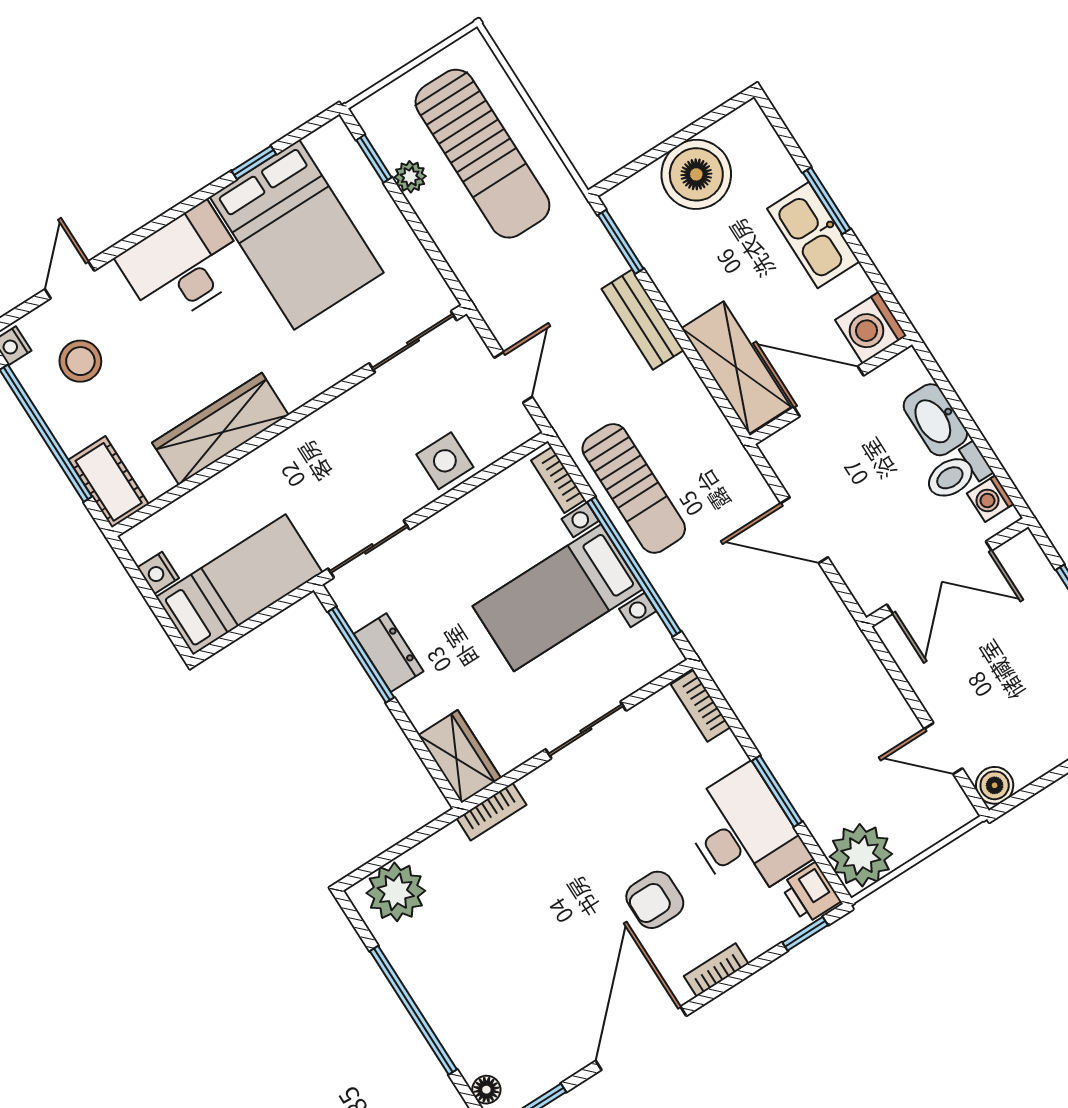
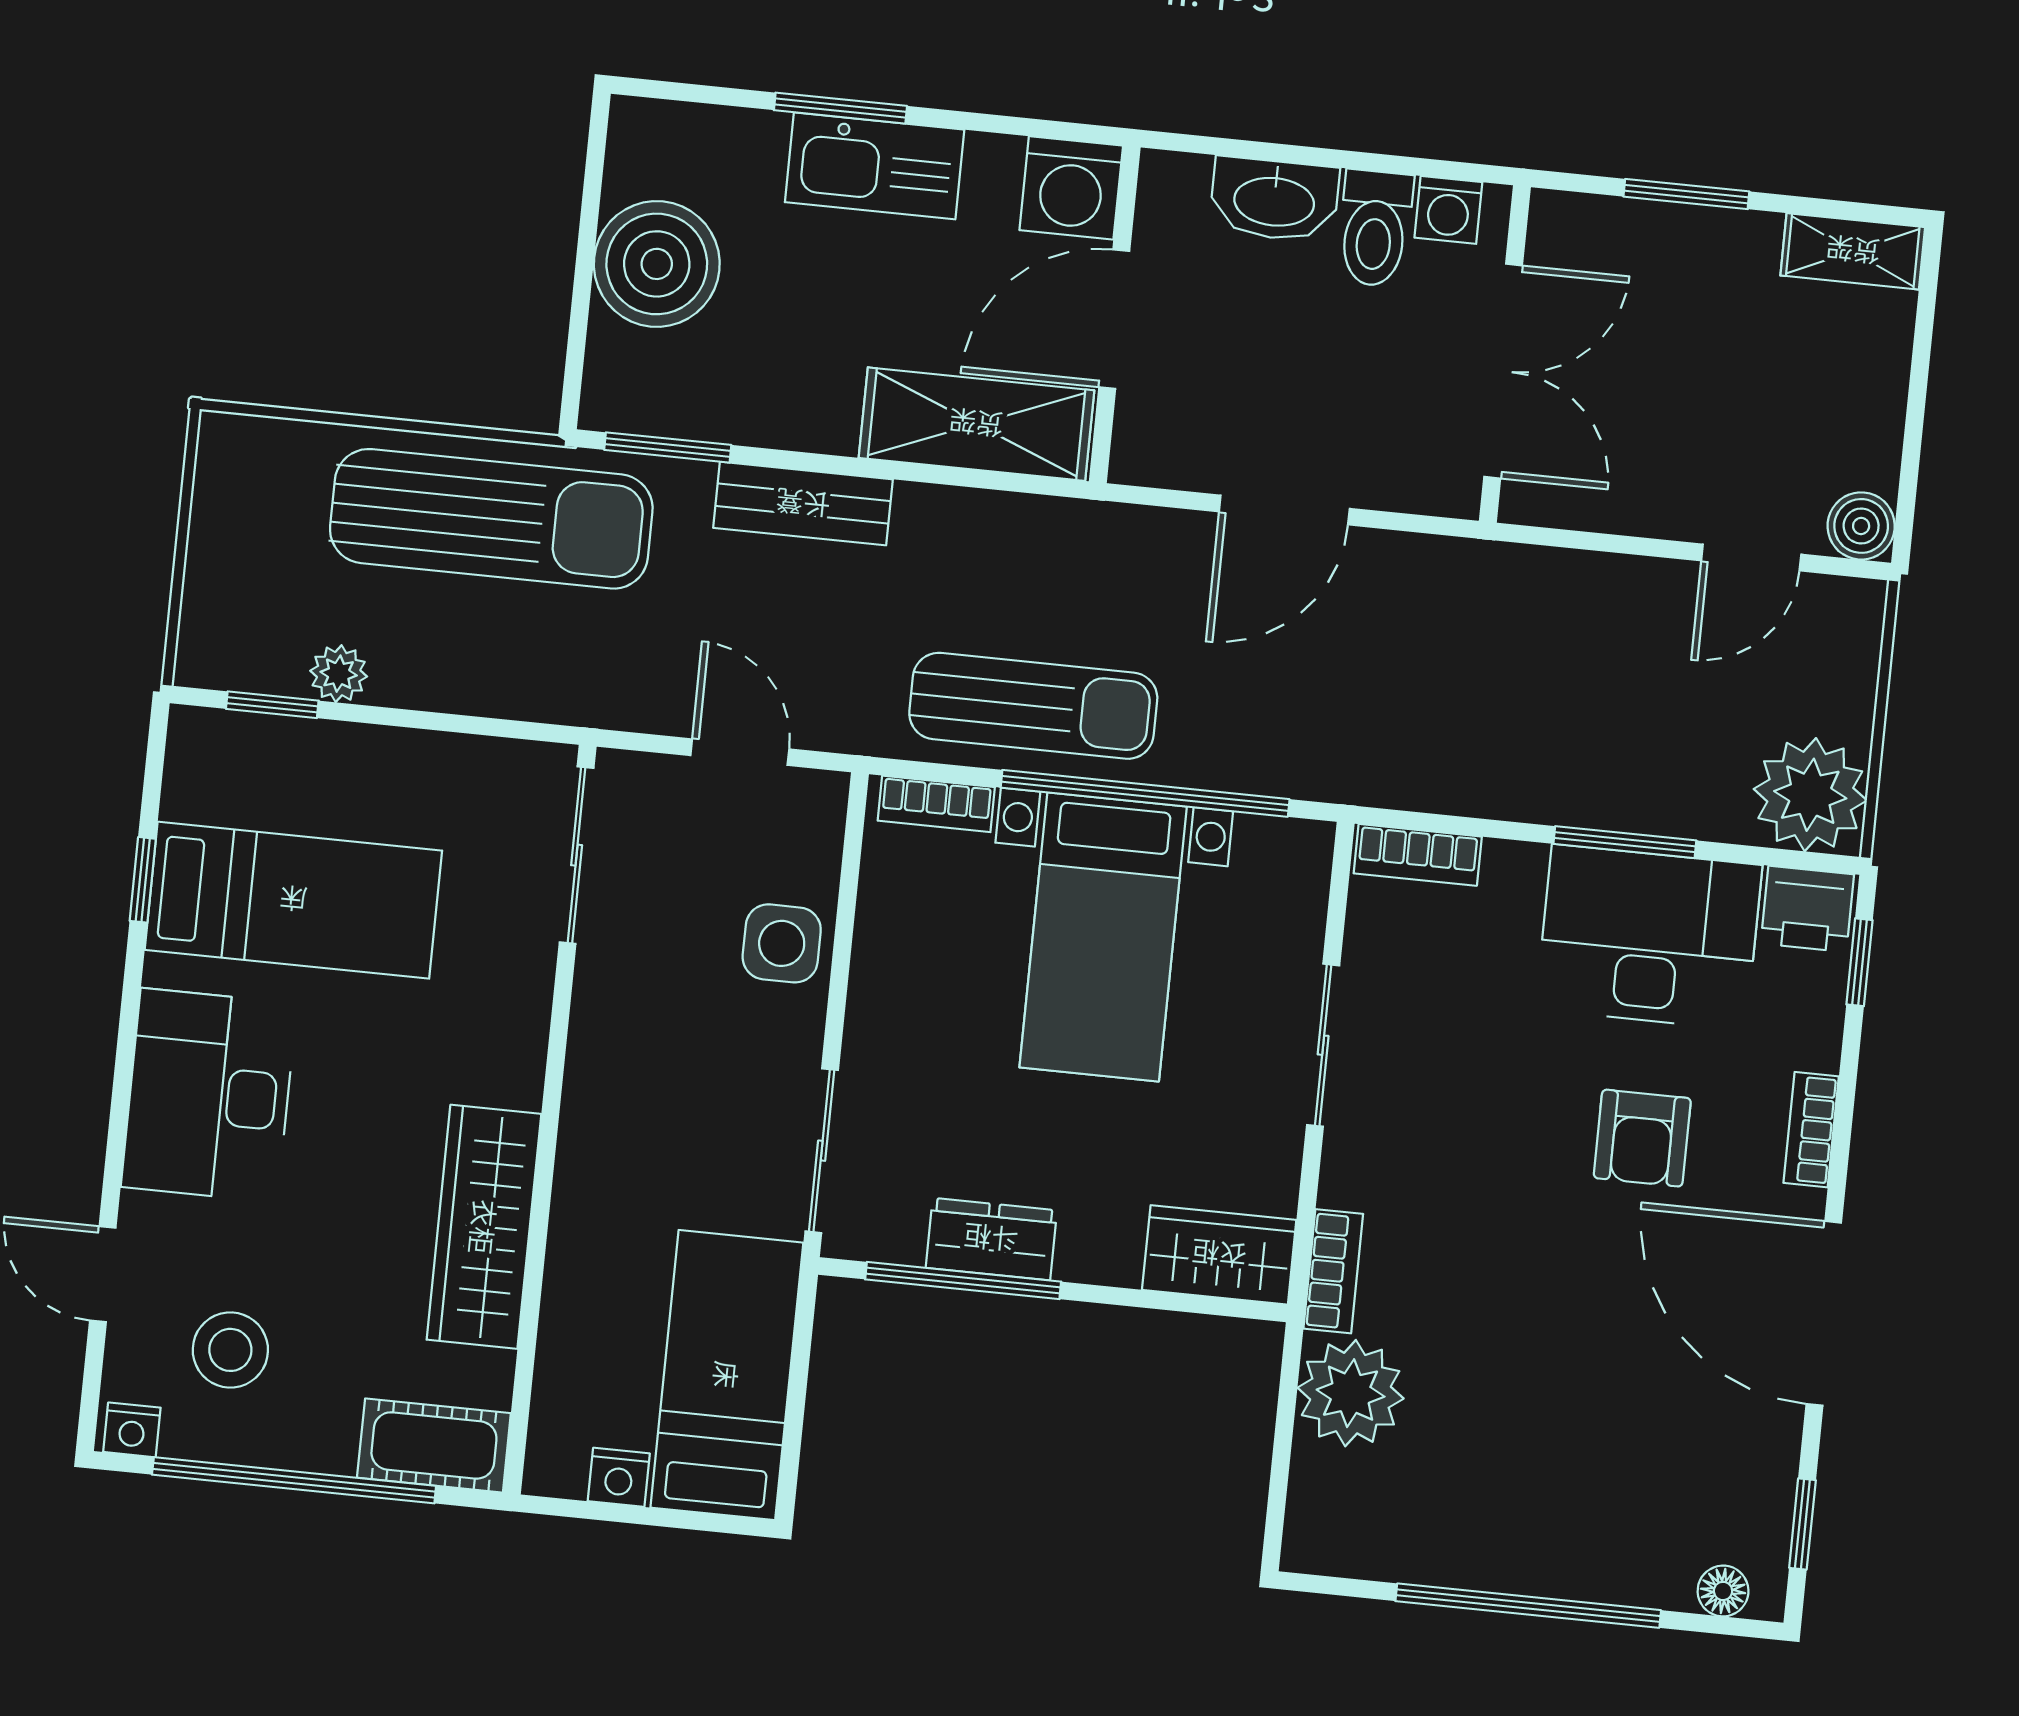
sun lounger: (482, 154) -> (491, 519), moved
bed: (297, 235) -> (293, 900), width x0.67
plant: (396, 892) -> (1351, 1393), moved

